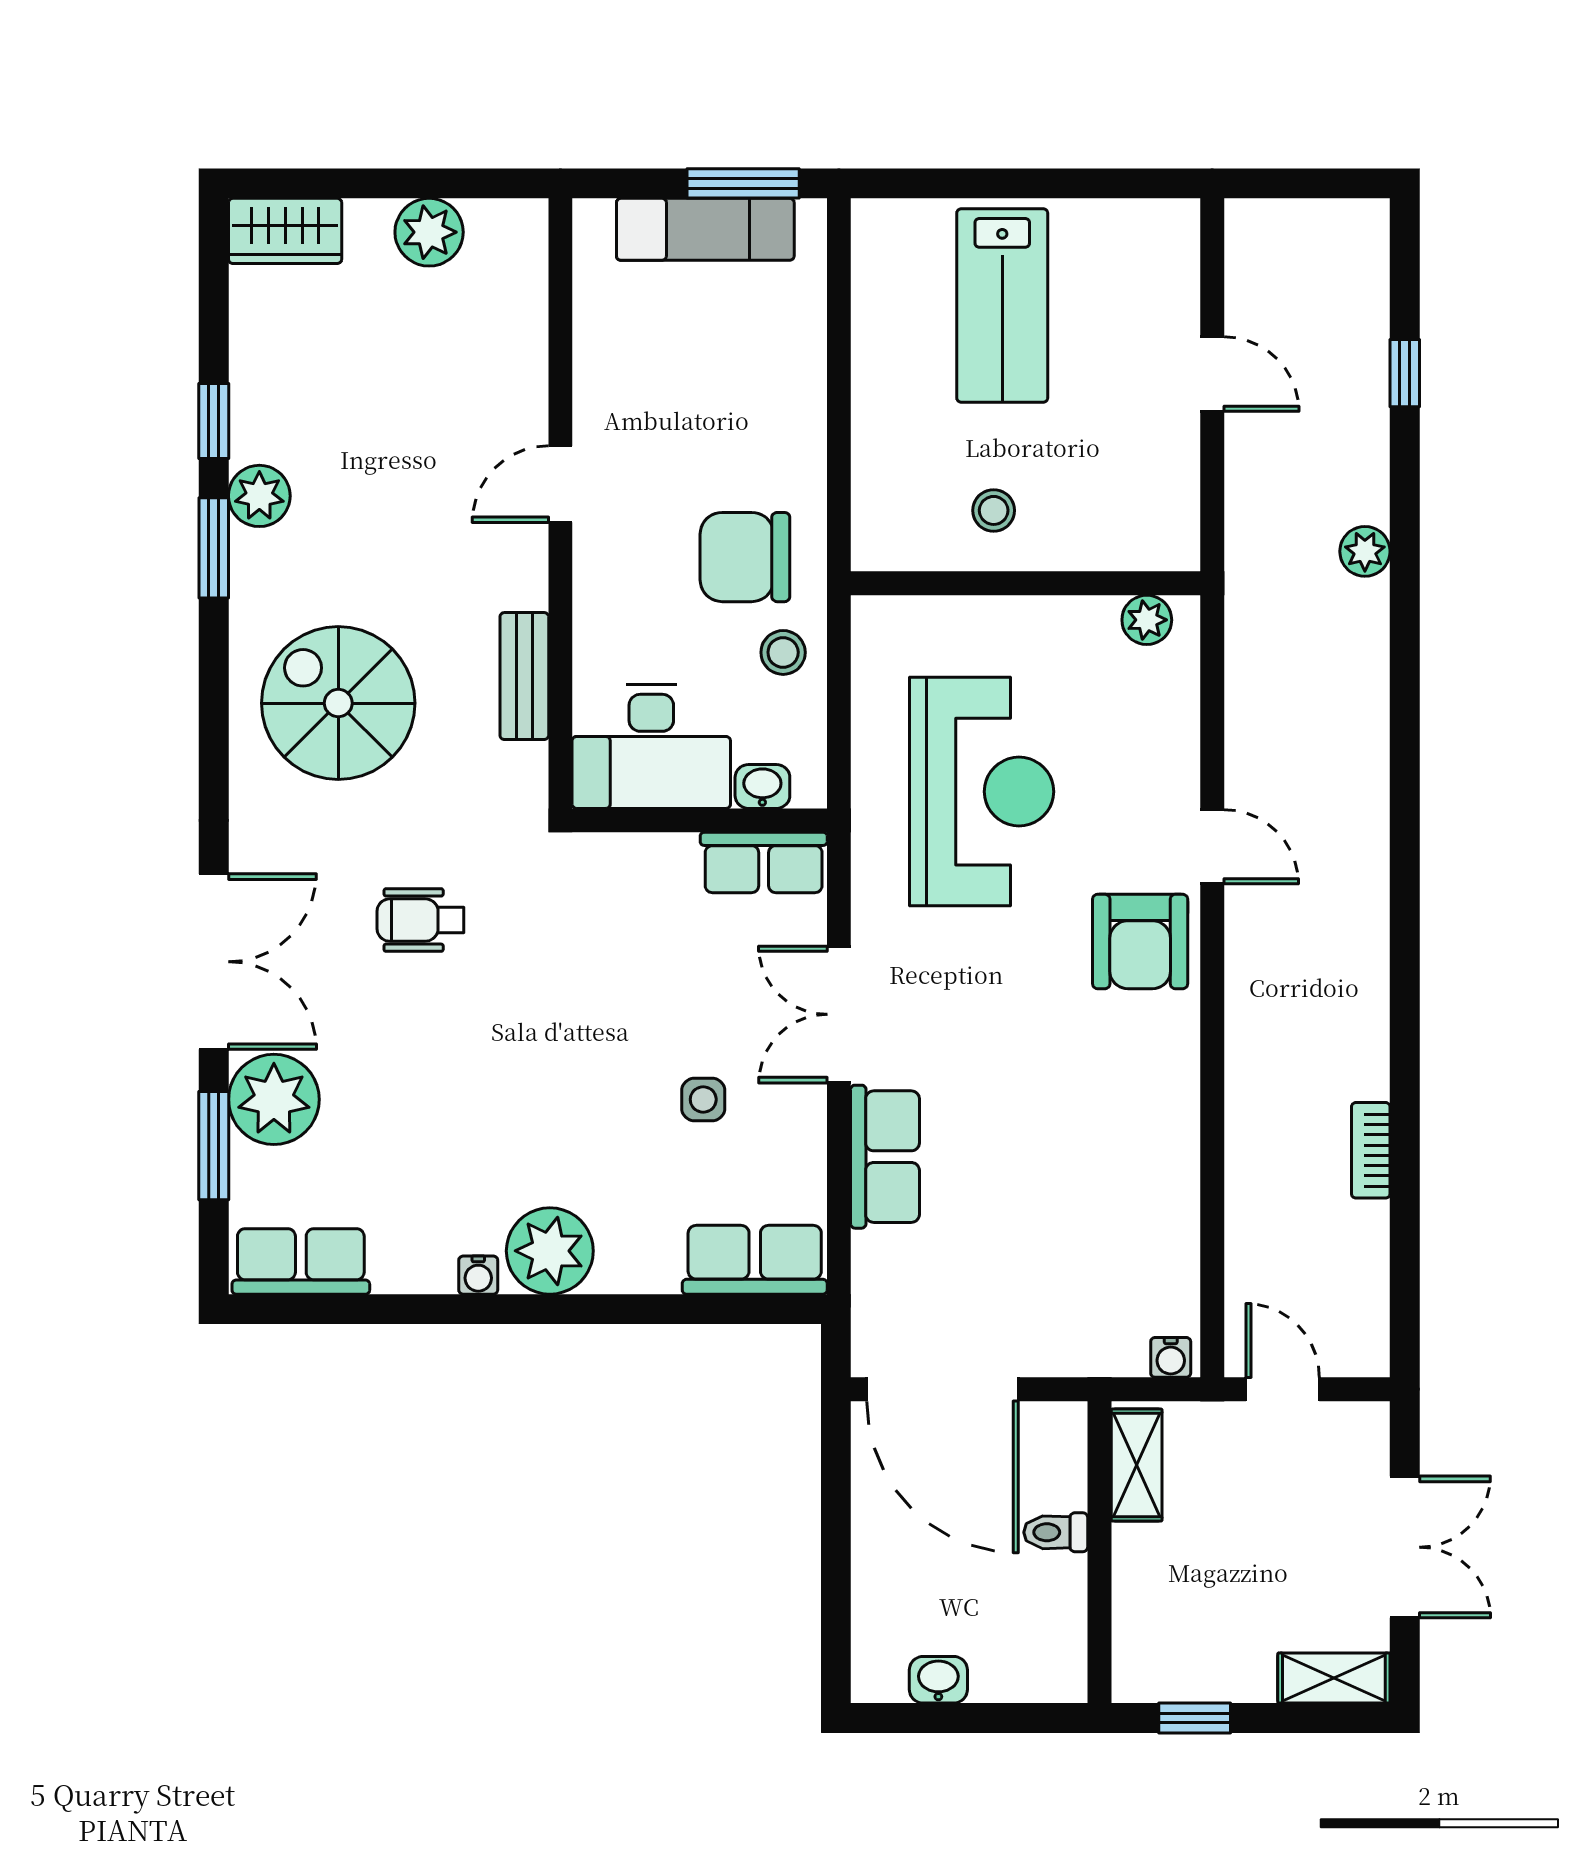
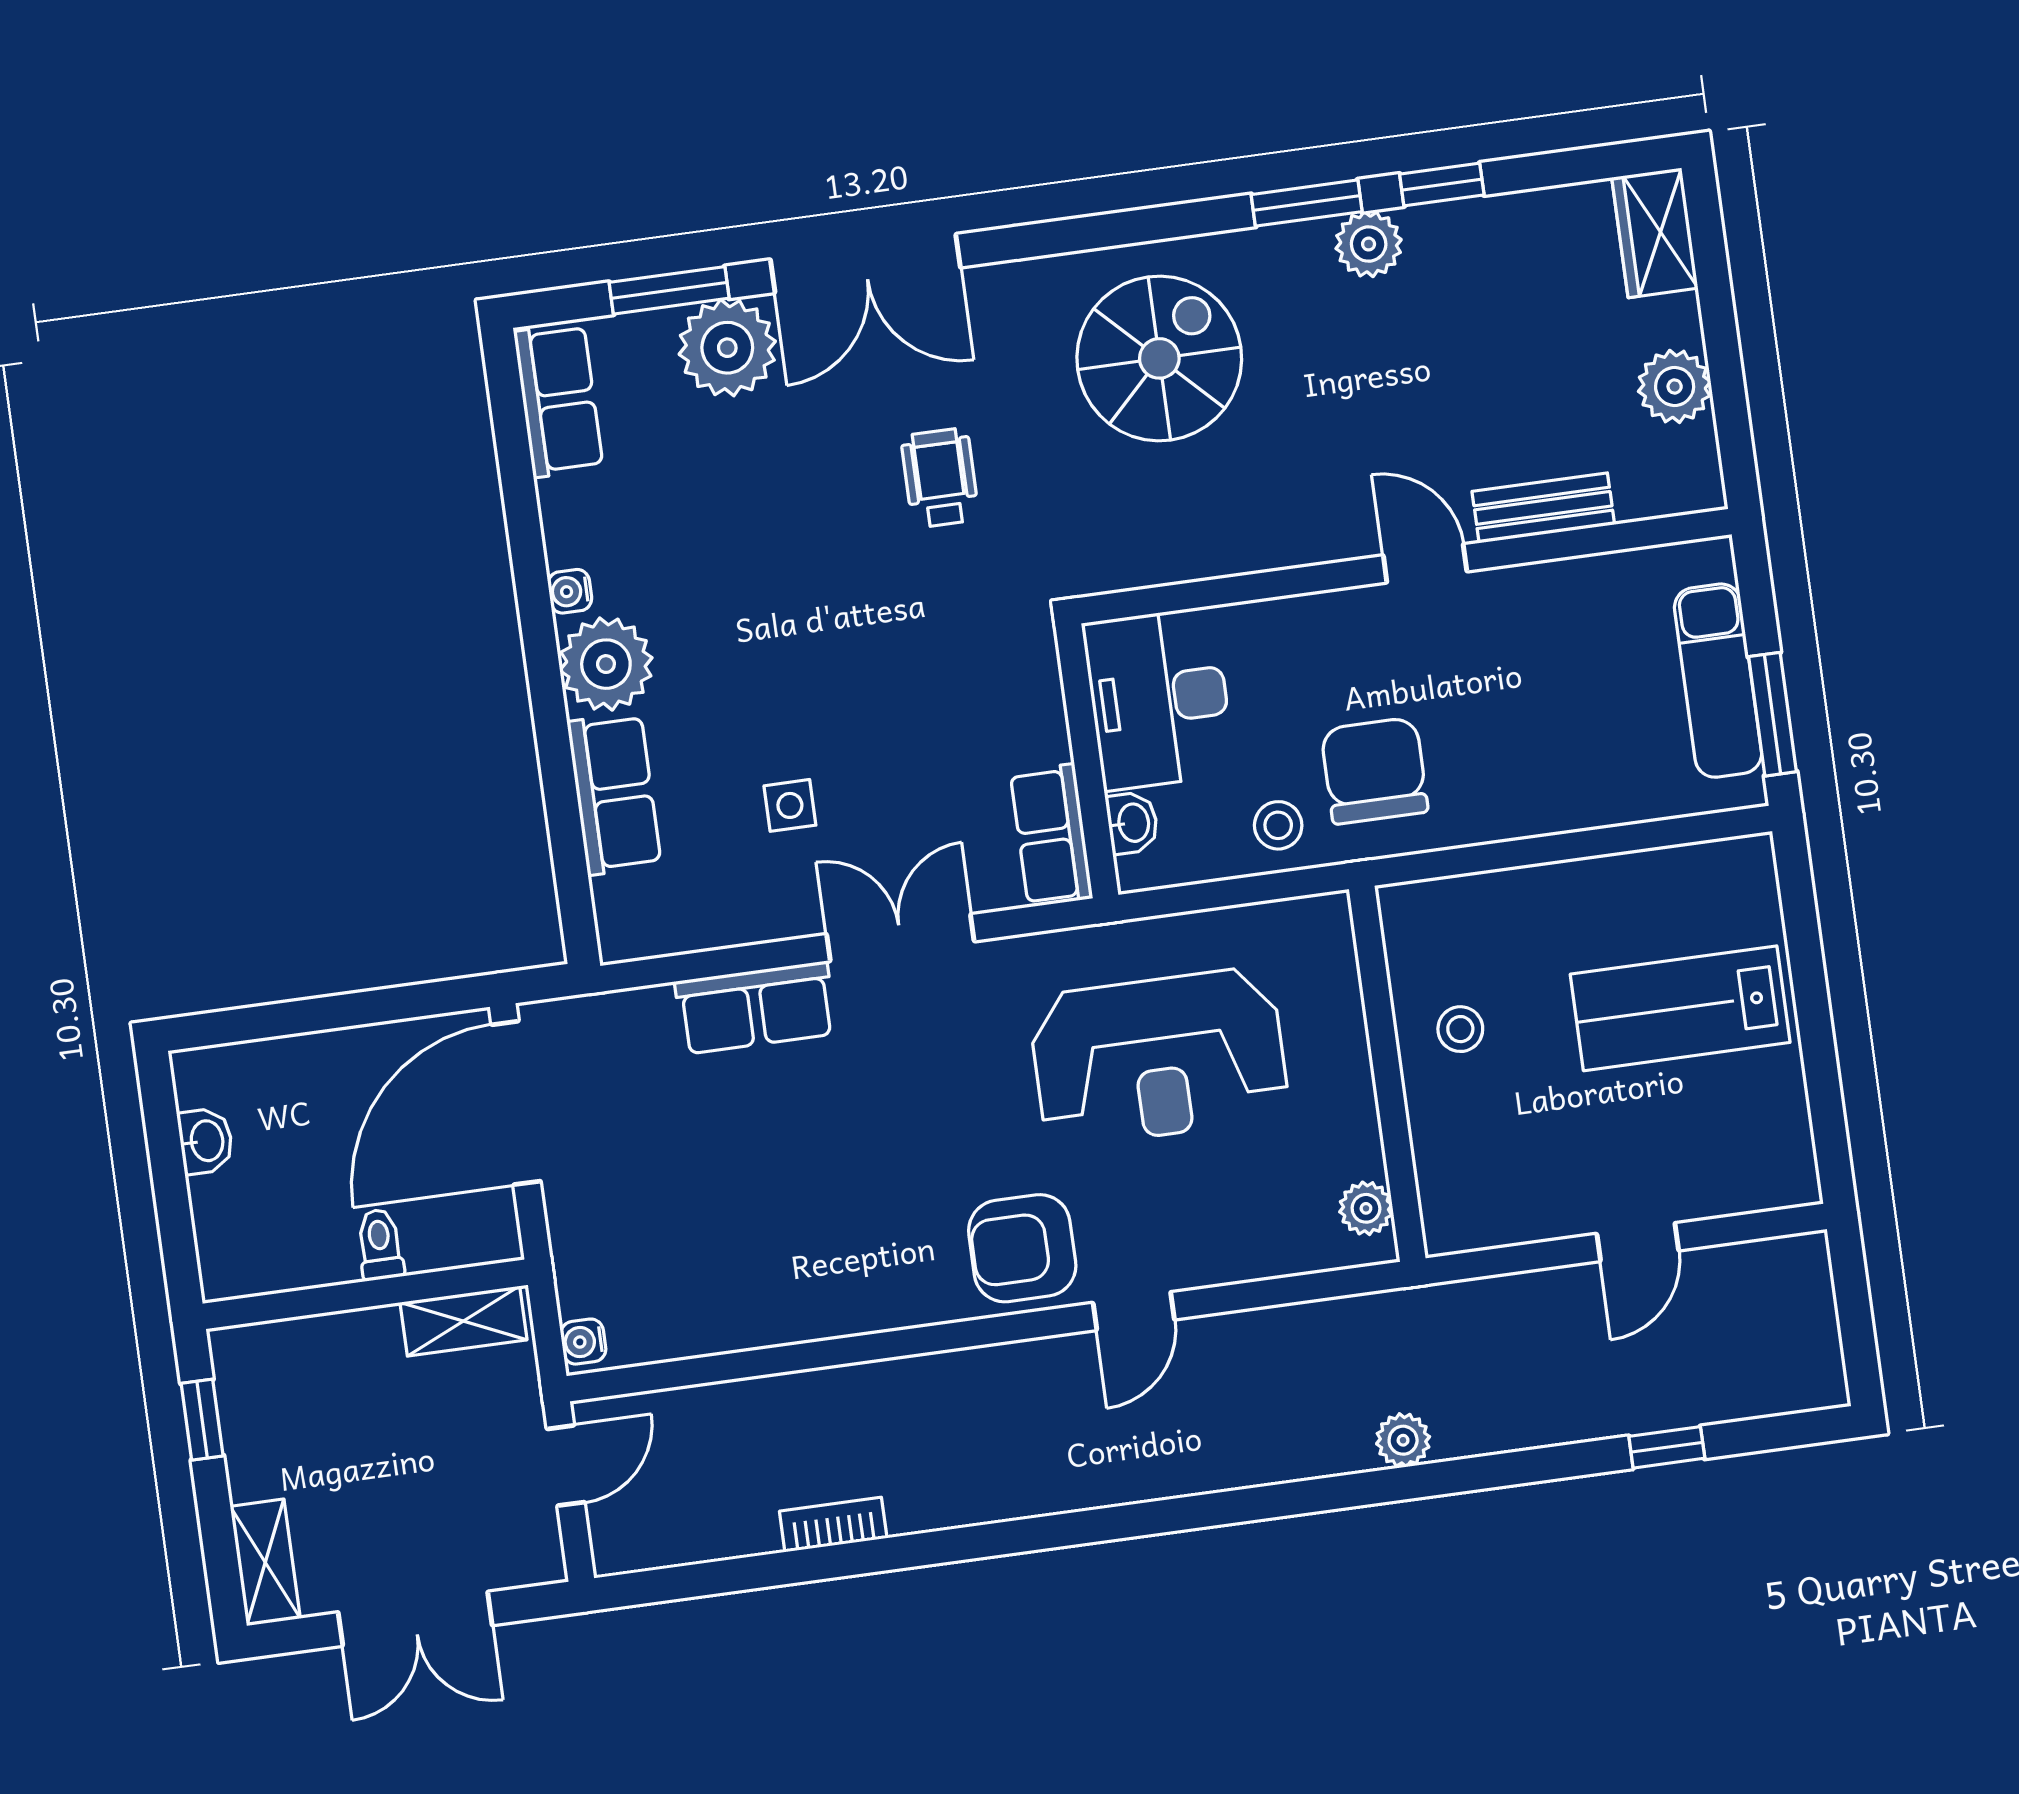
plant: (1365, 551) -> (1403, 1440), moved
bench: (524, 676) -> (1543, 508), moved
row of seats: (755, 1260) -> (614, 794), moved

